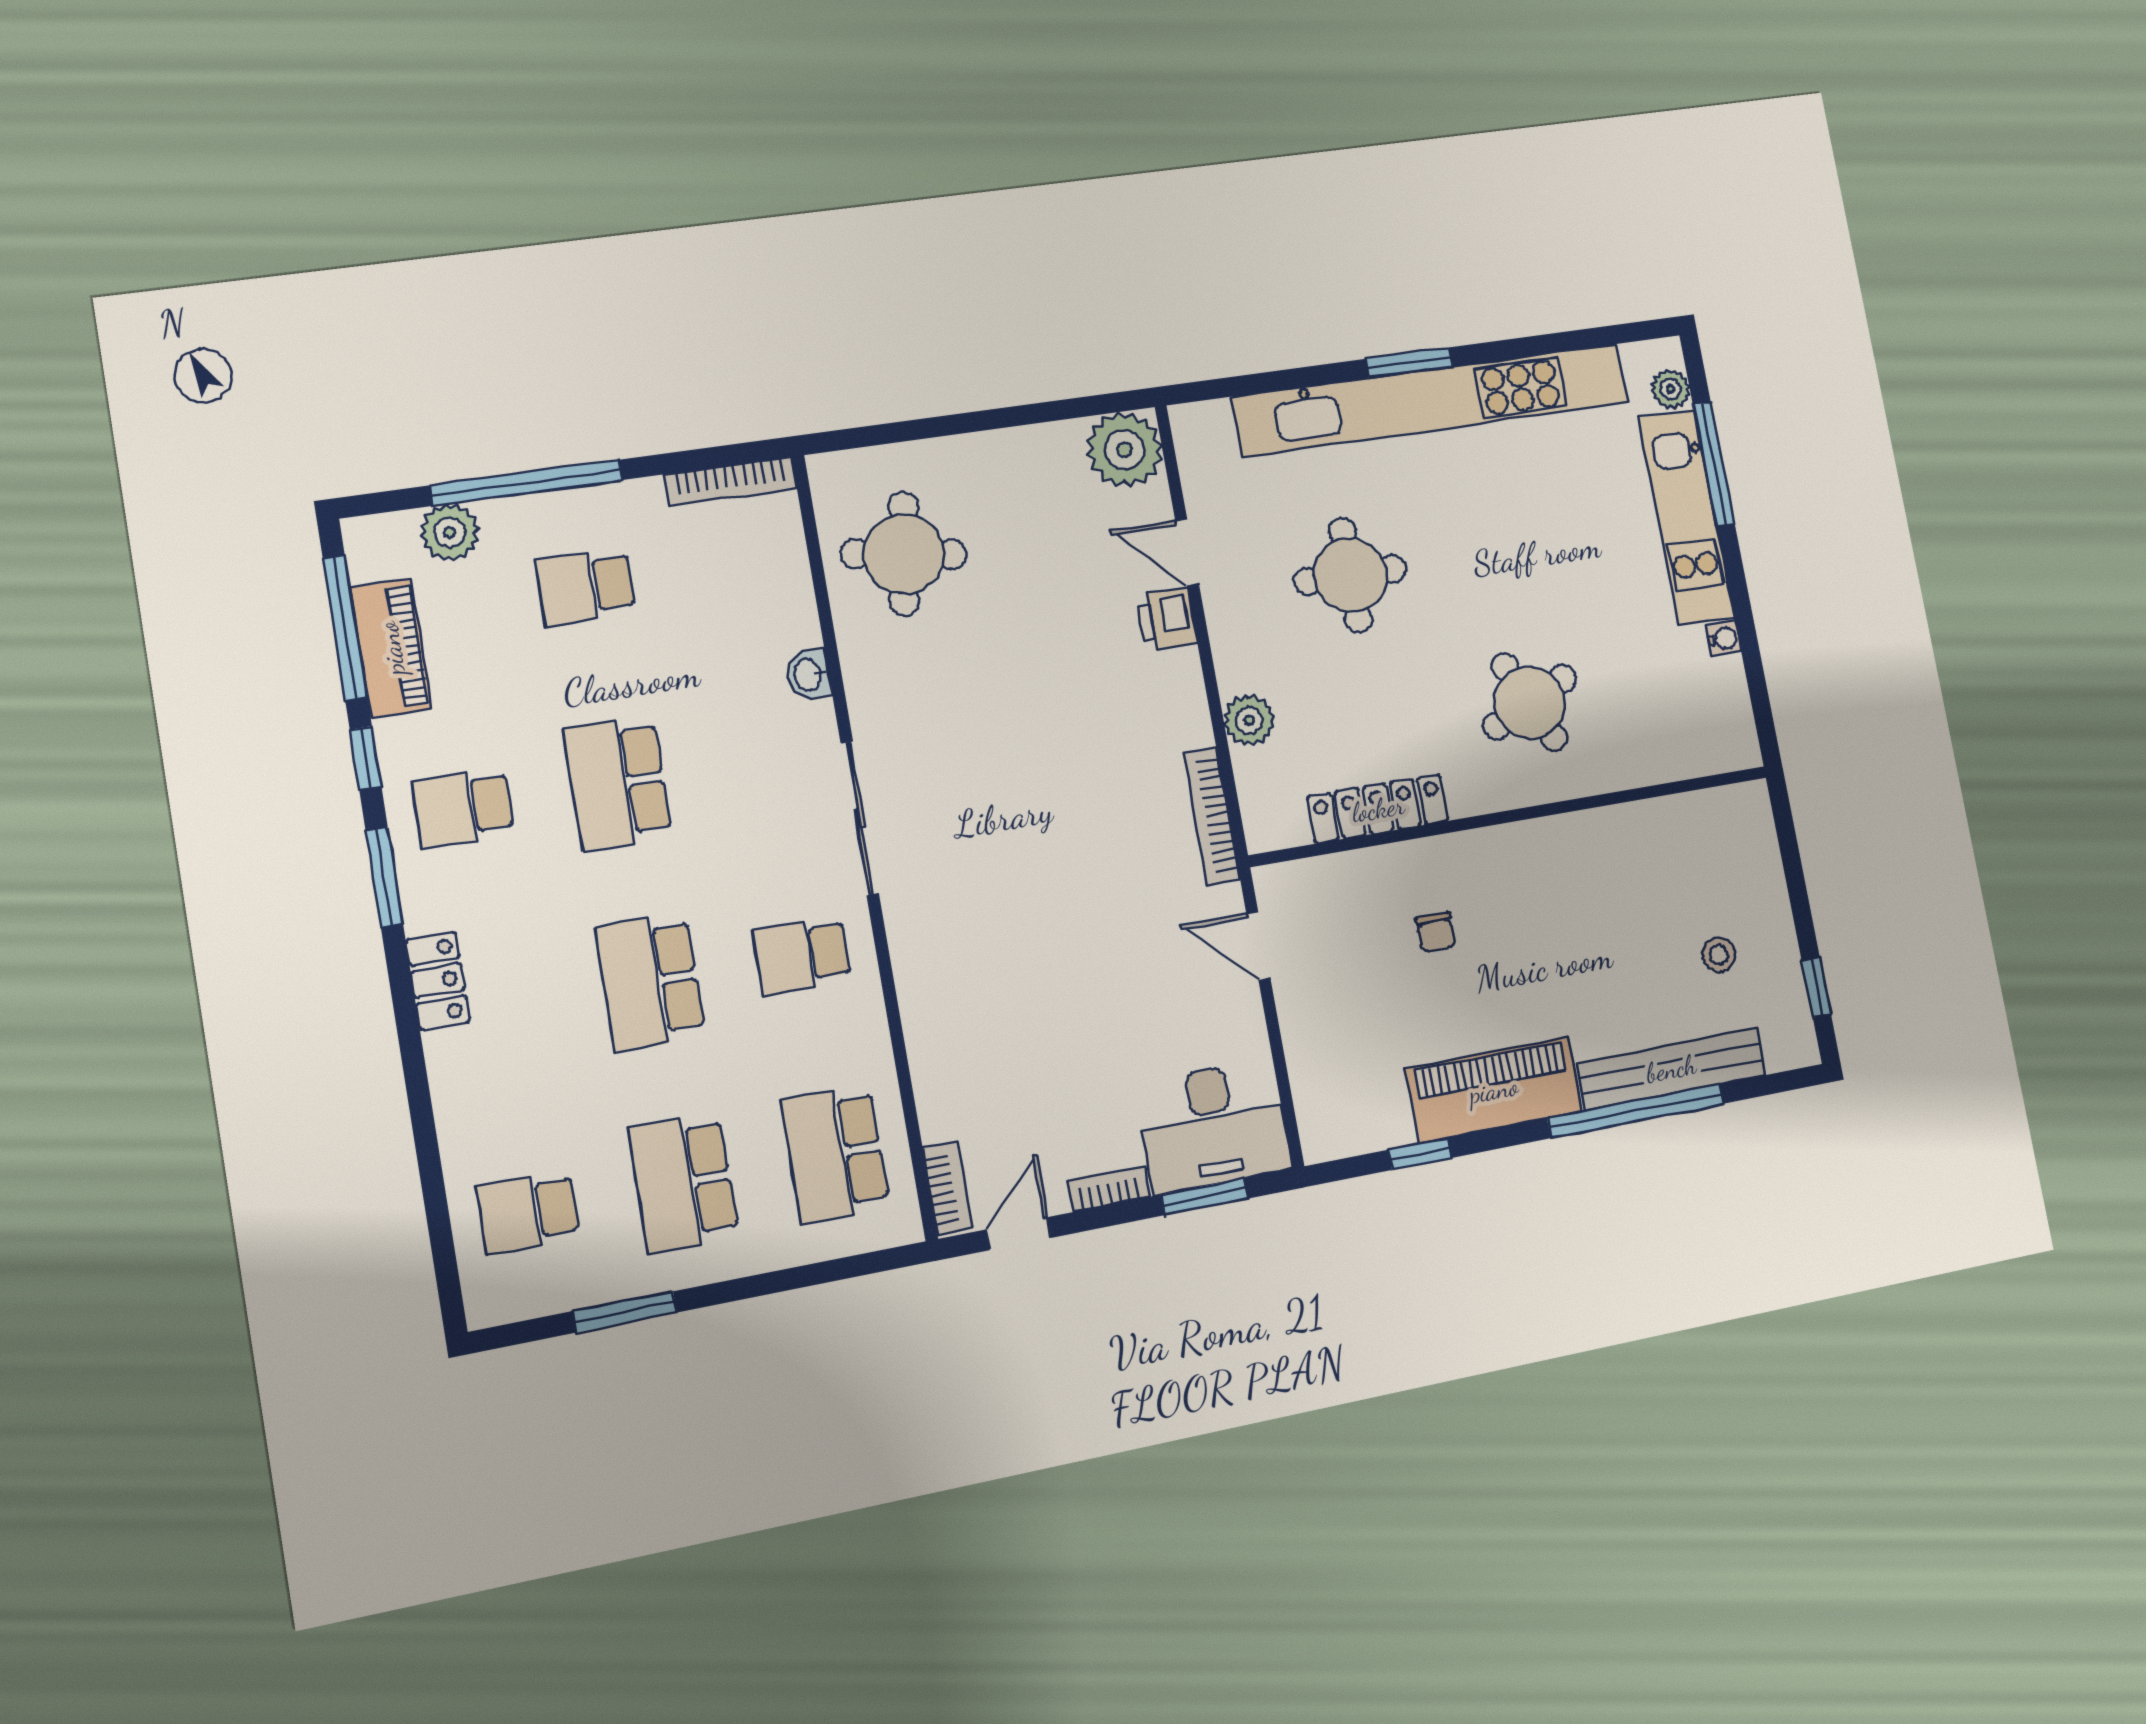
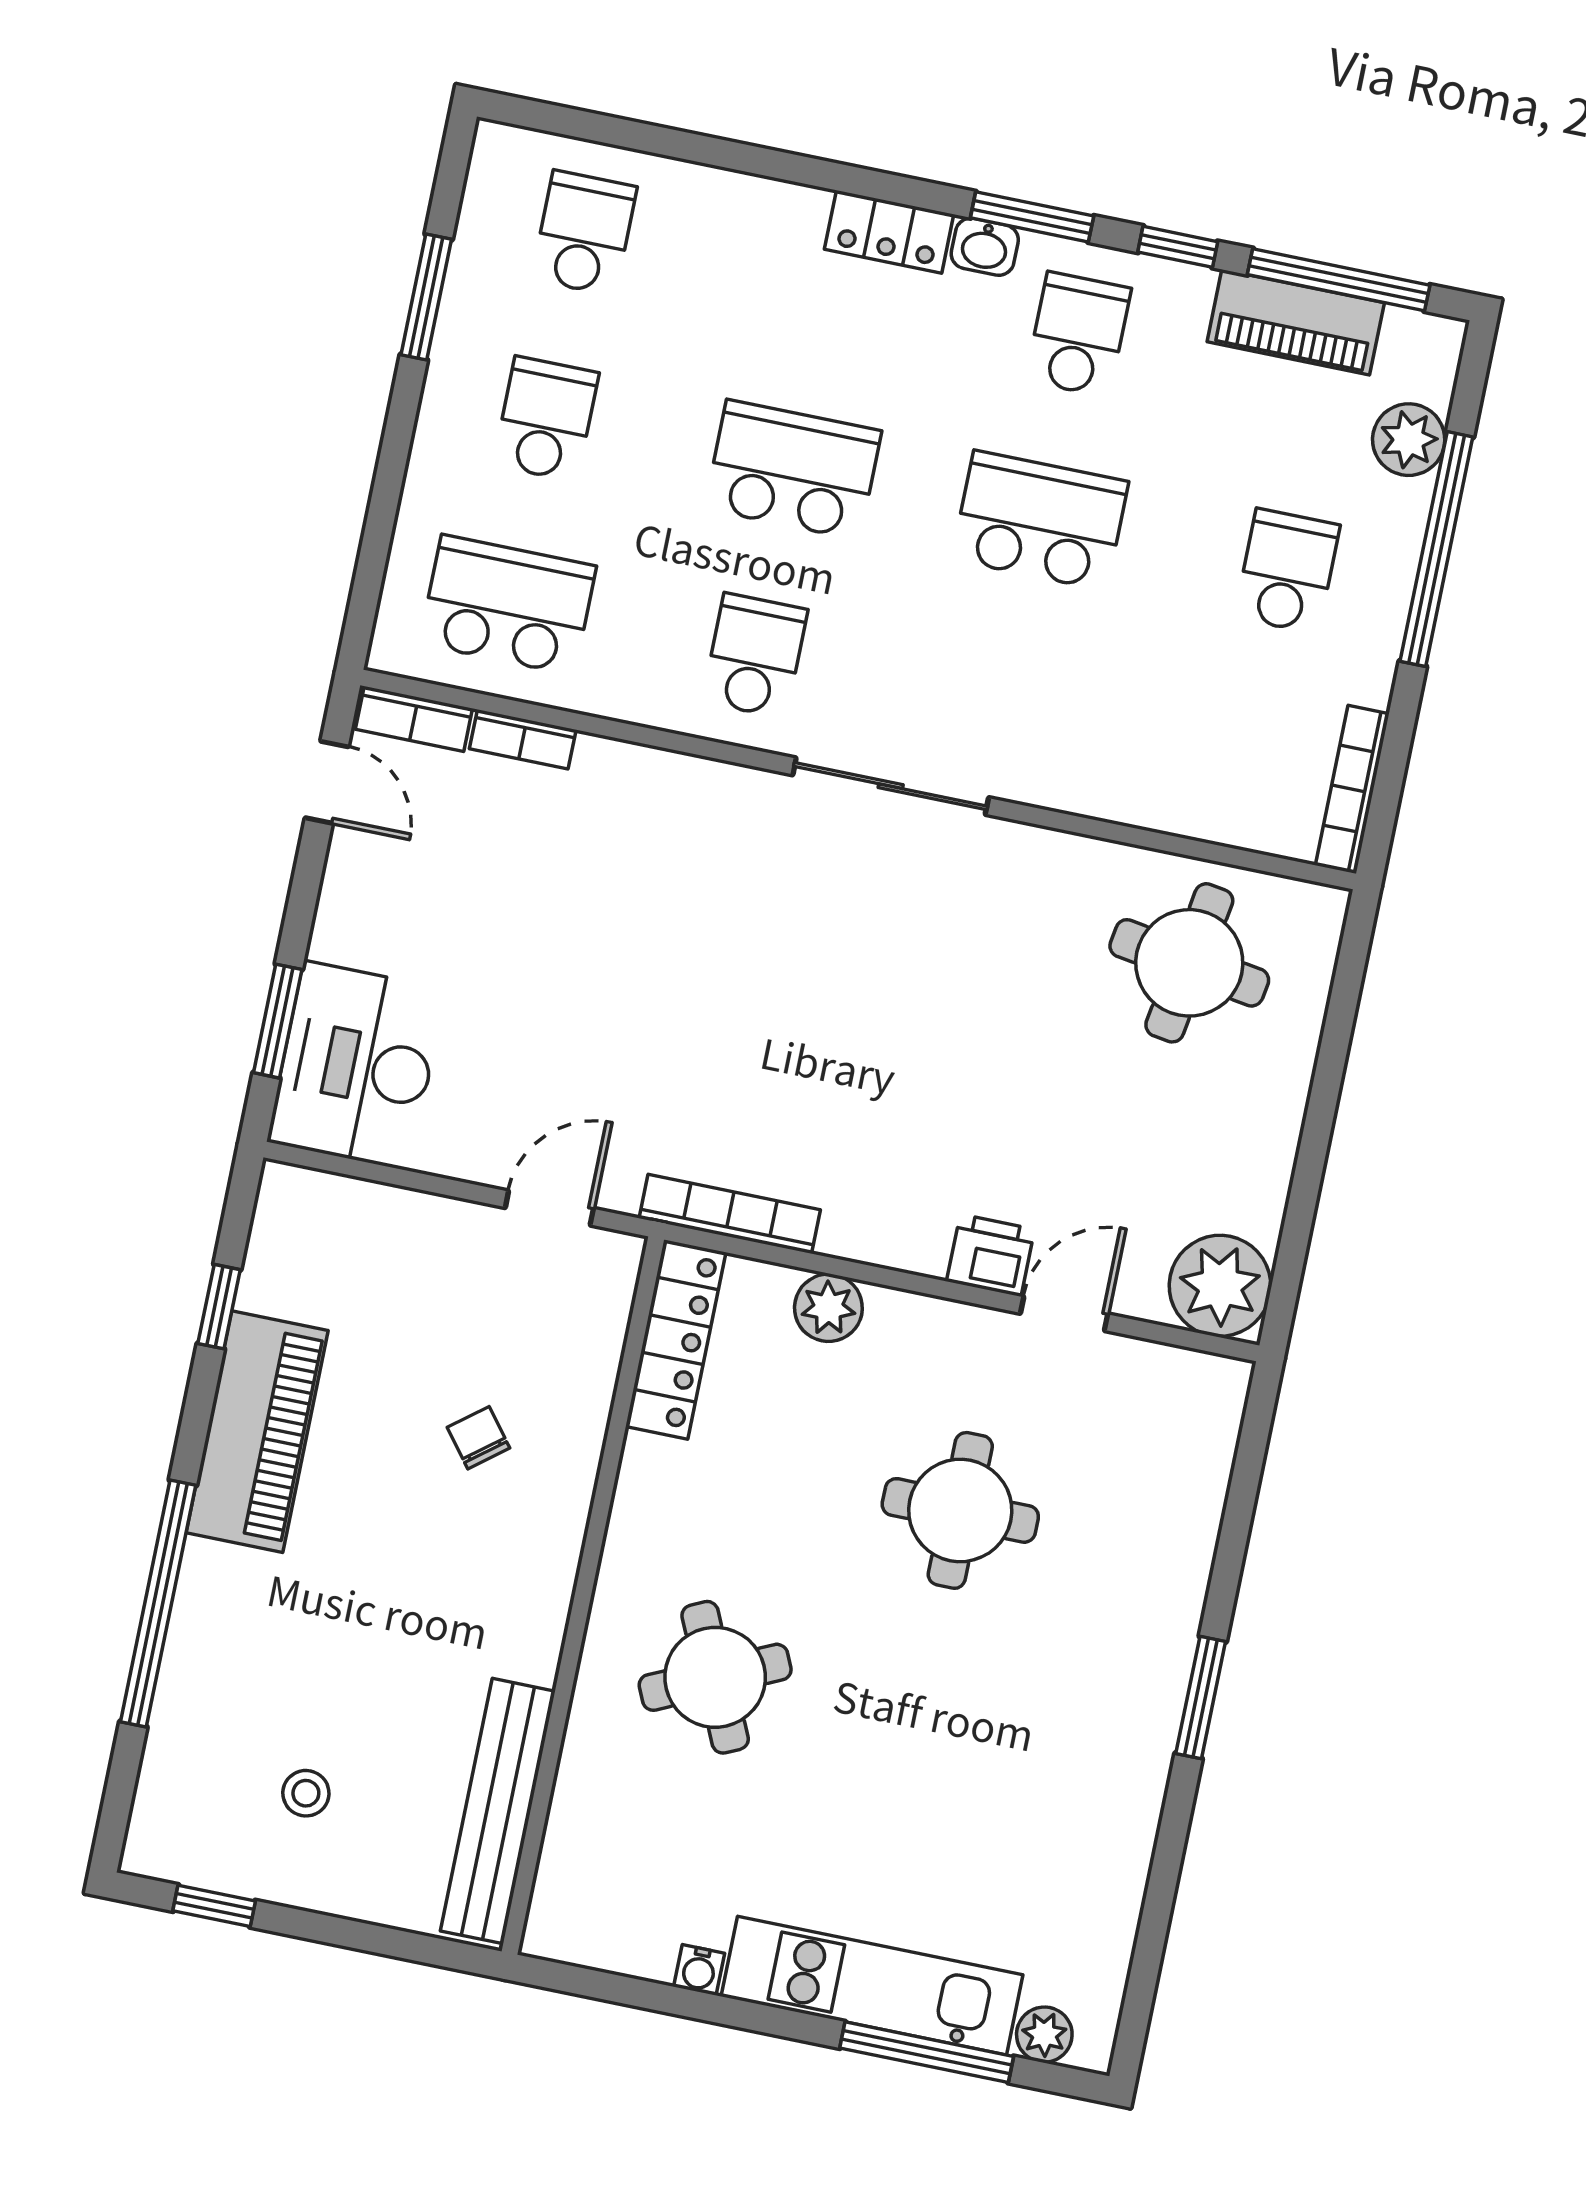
kitchen unit: (1433, 400) -> (1143, 1709), removed
washbasin: (808, 675) -> (985, 247), moved, turned 180
locker: (1378, 809) -> (676, 1339), moved
chair: (1436, 932) -> (478, 1438), turned 52
bench: (1671, 1069) -> (498, 1811), moved
school desk: (683, 1183) -> (546, 419), width x0.54
bookcase: (1109, 1189) -> (523, 739), moved, turned 90

